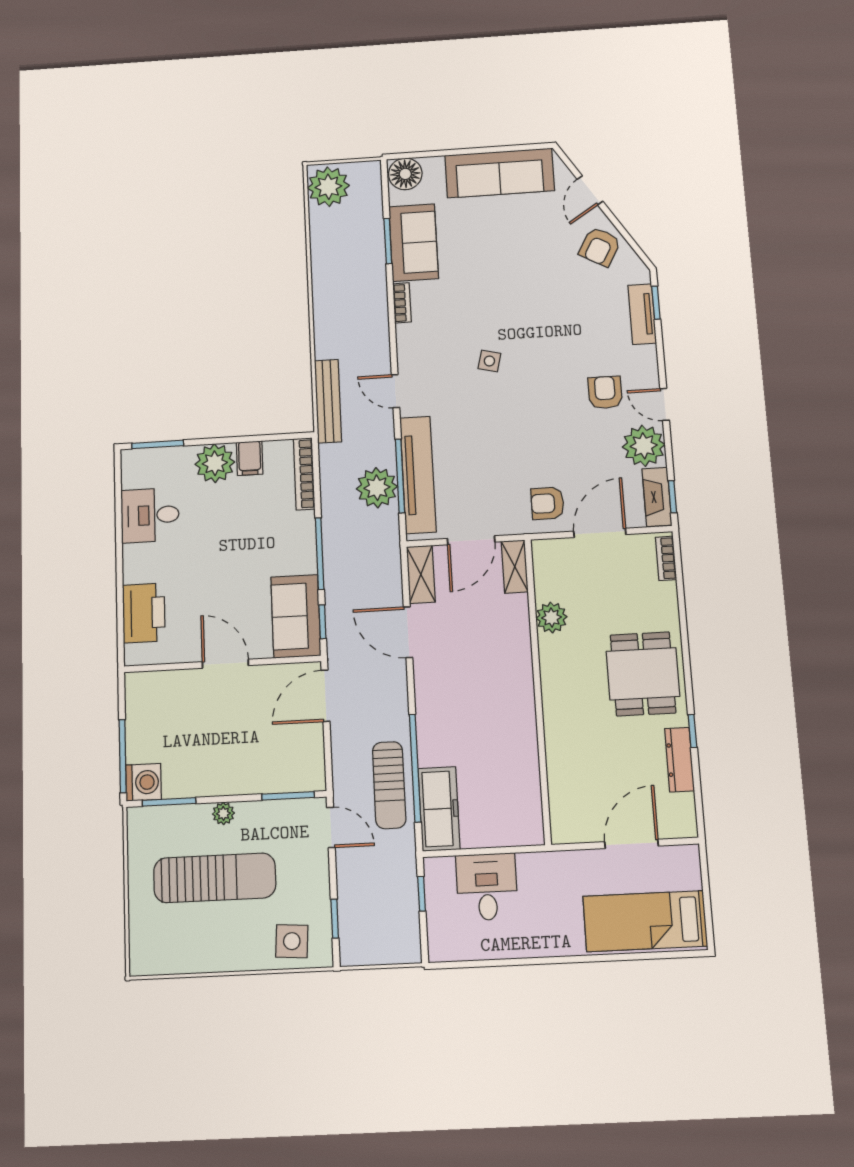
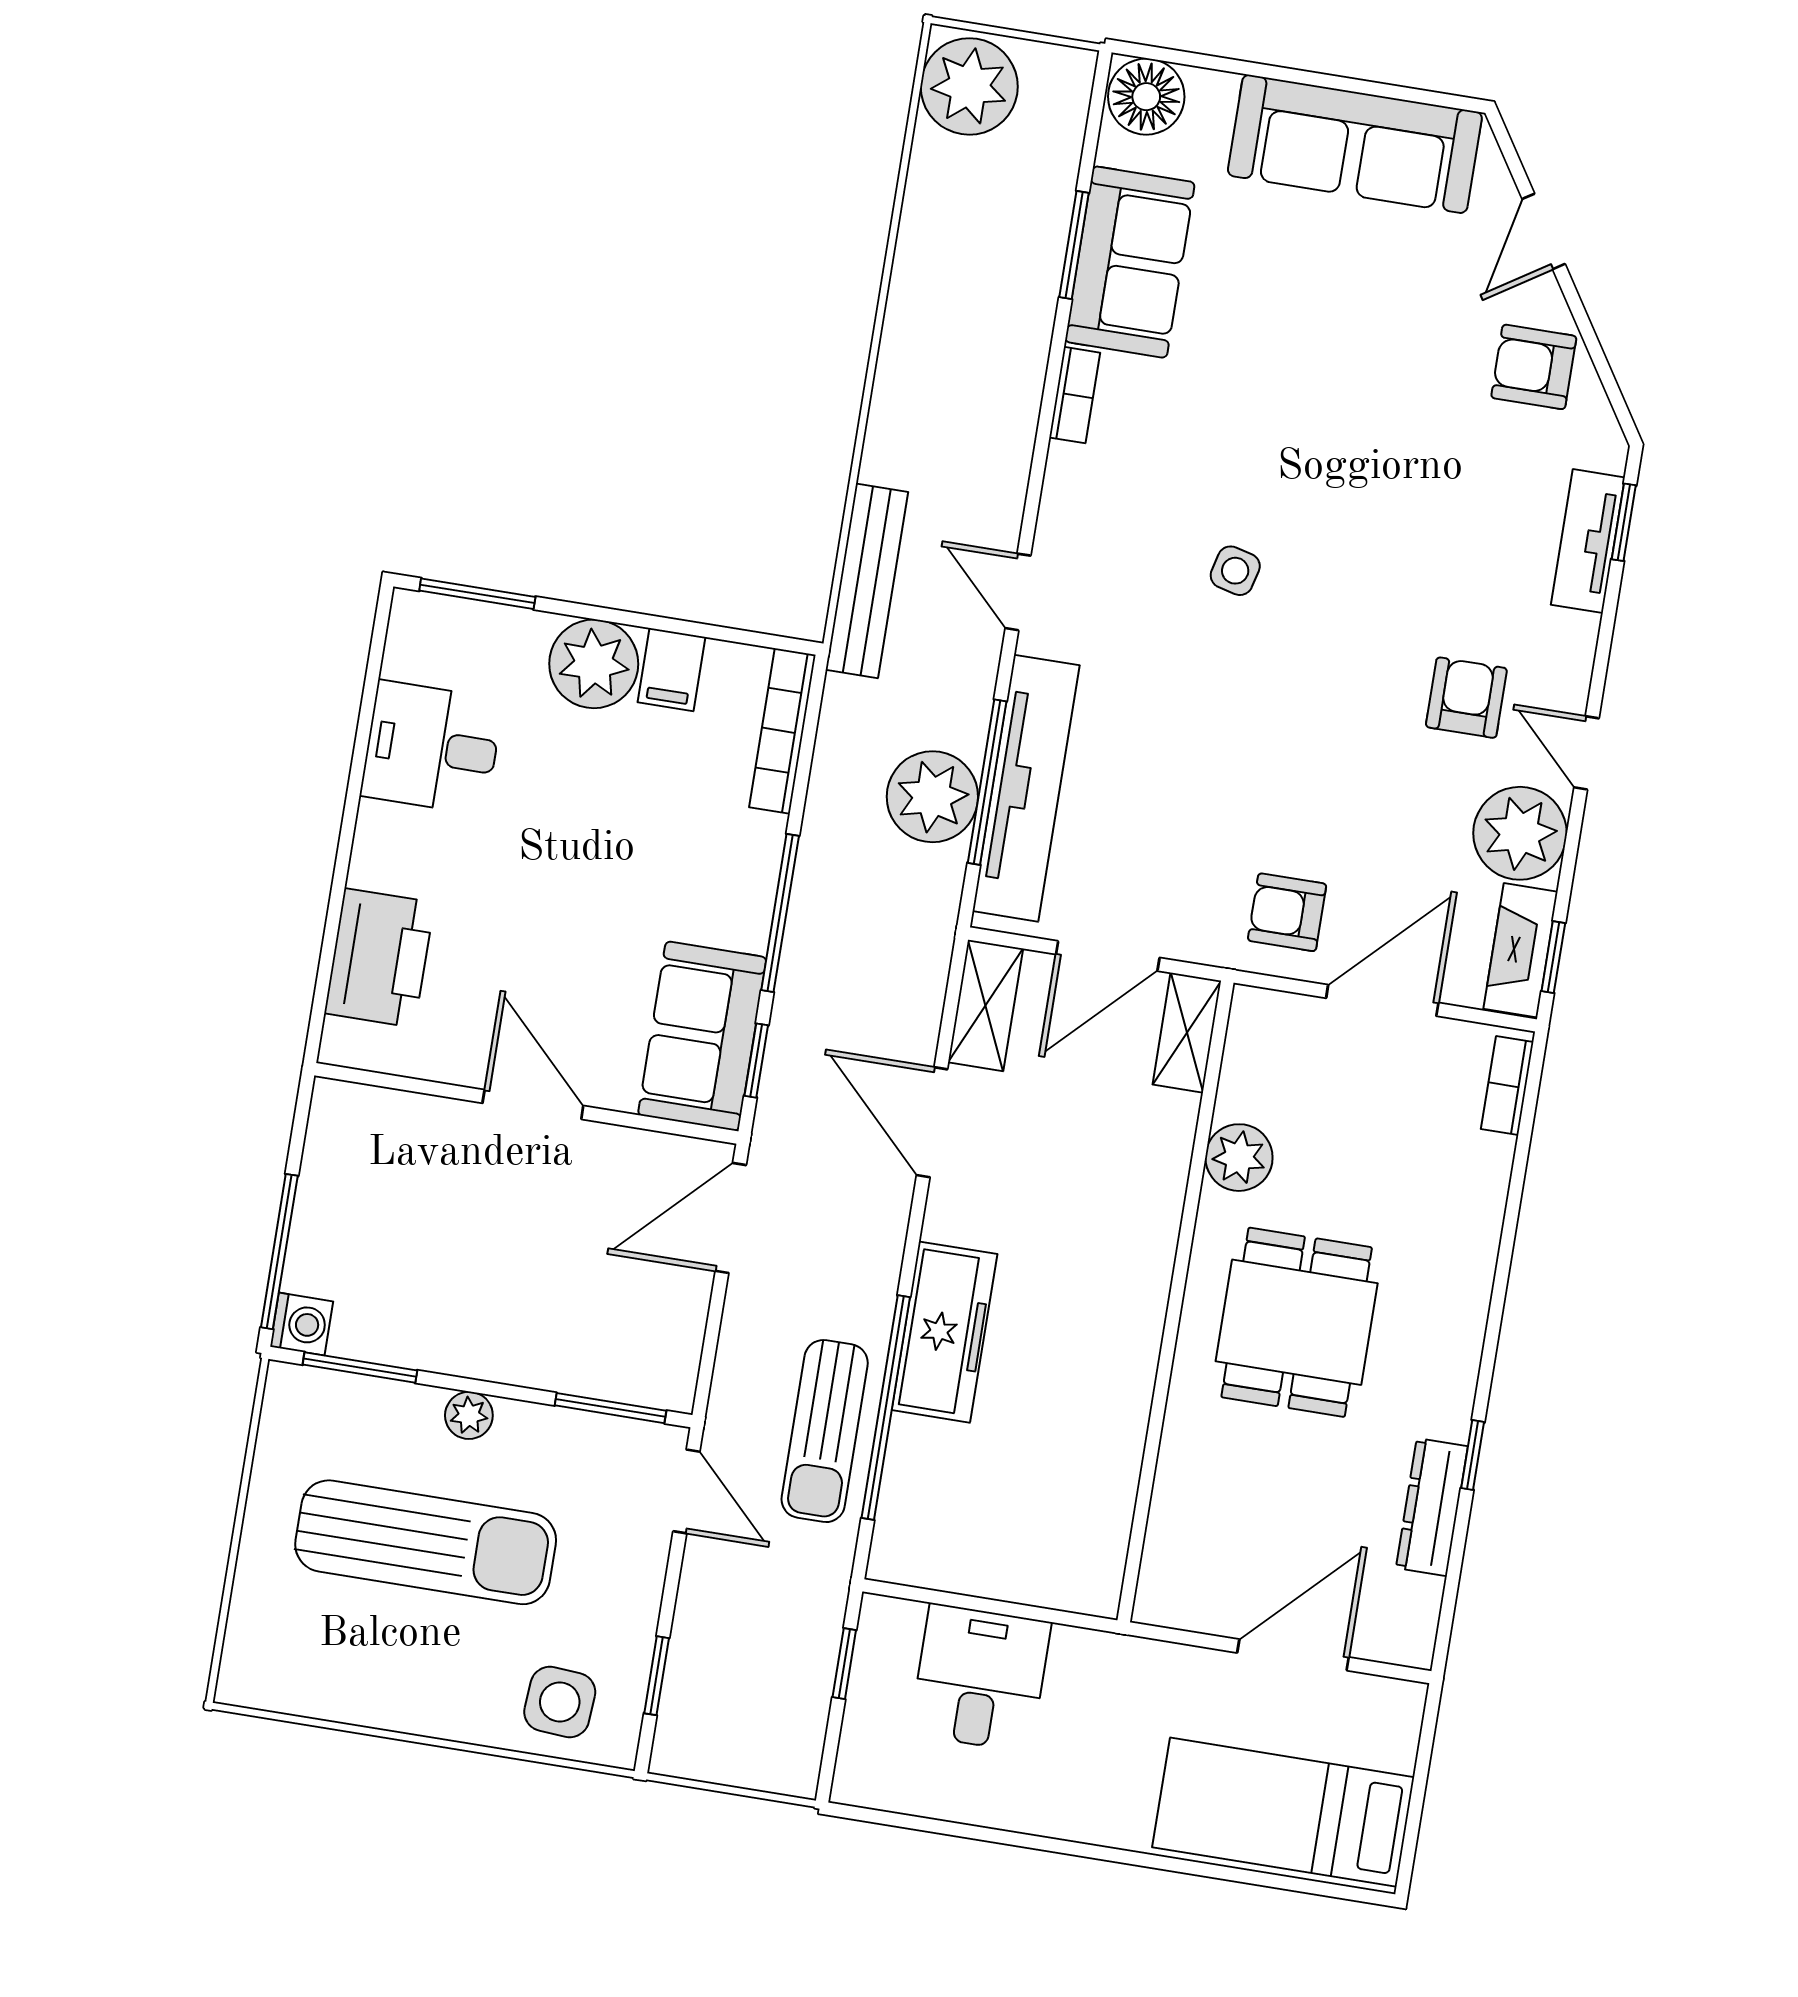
armchair: (600, 247) -> (1534, 367), turned 61
dining table: (643, 674) -> (1297, 1322), moved
washing machine: (143, 782) -> (302, 1324), width x0.73, depth x0.73
freezer: (439, 809) -> (944, 1332), moved

